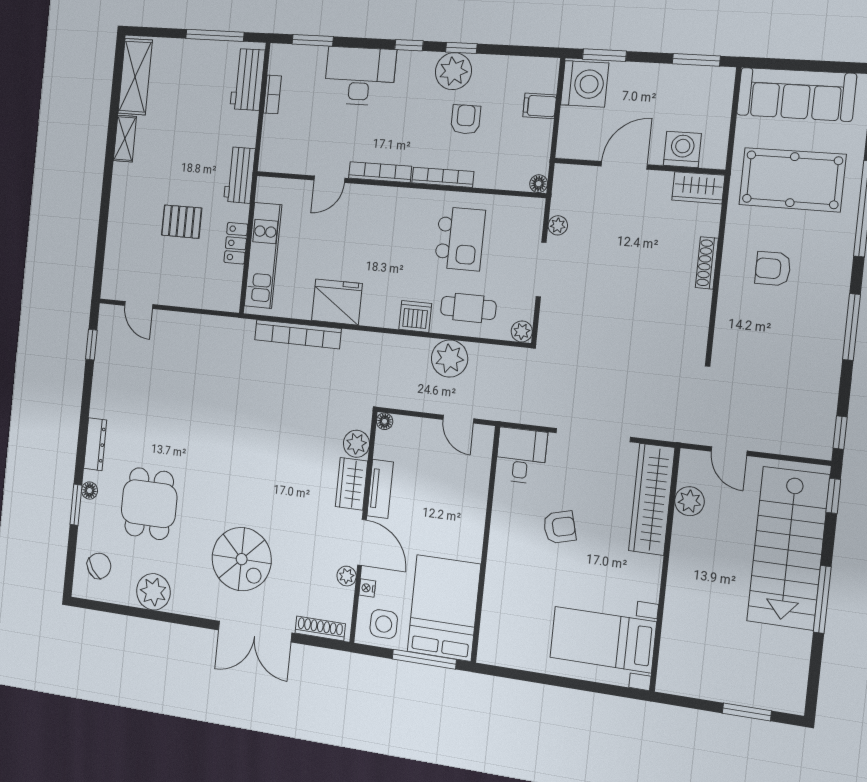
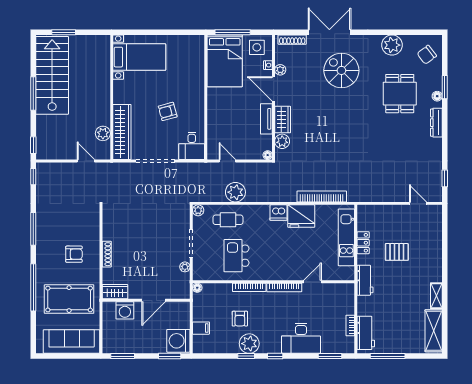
dishwasher: (415, 316) -> (278, 213), moved
stairs: (788, 548) -> (52, 75), moved

